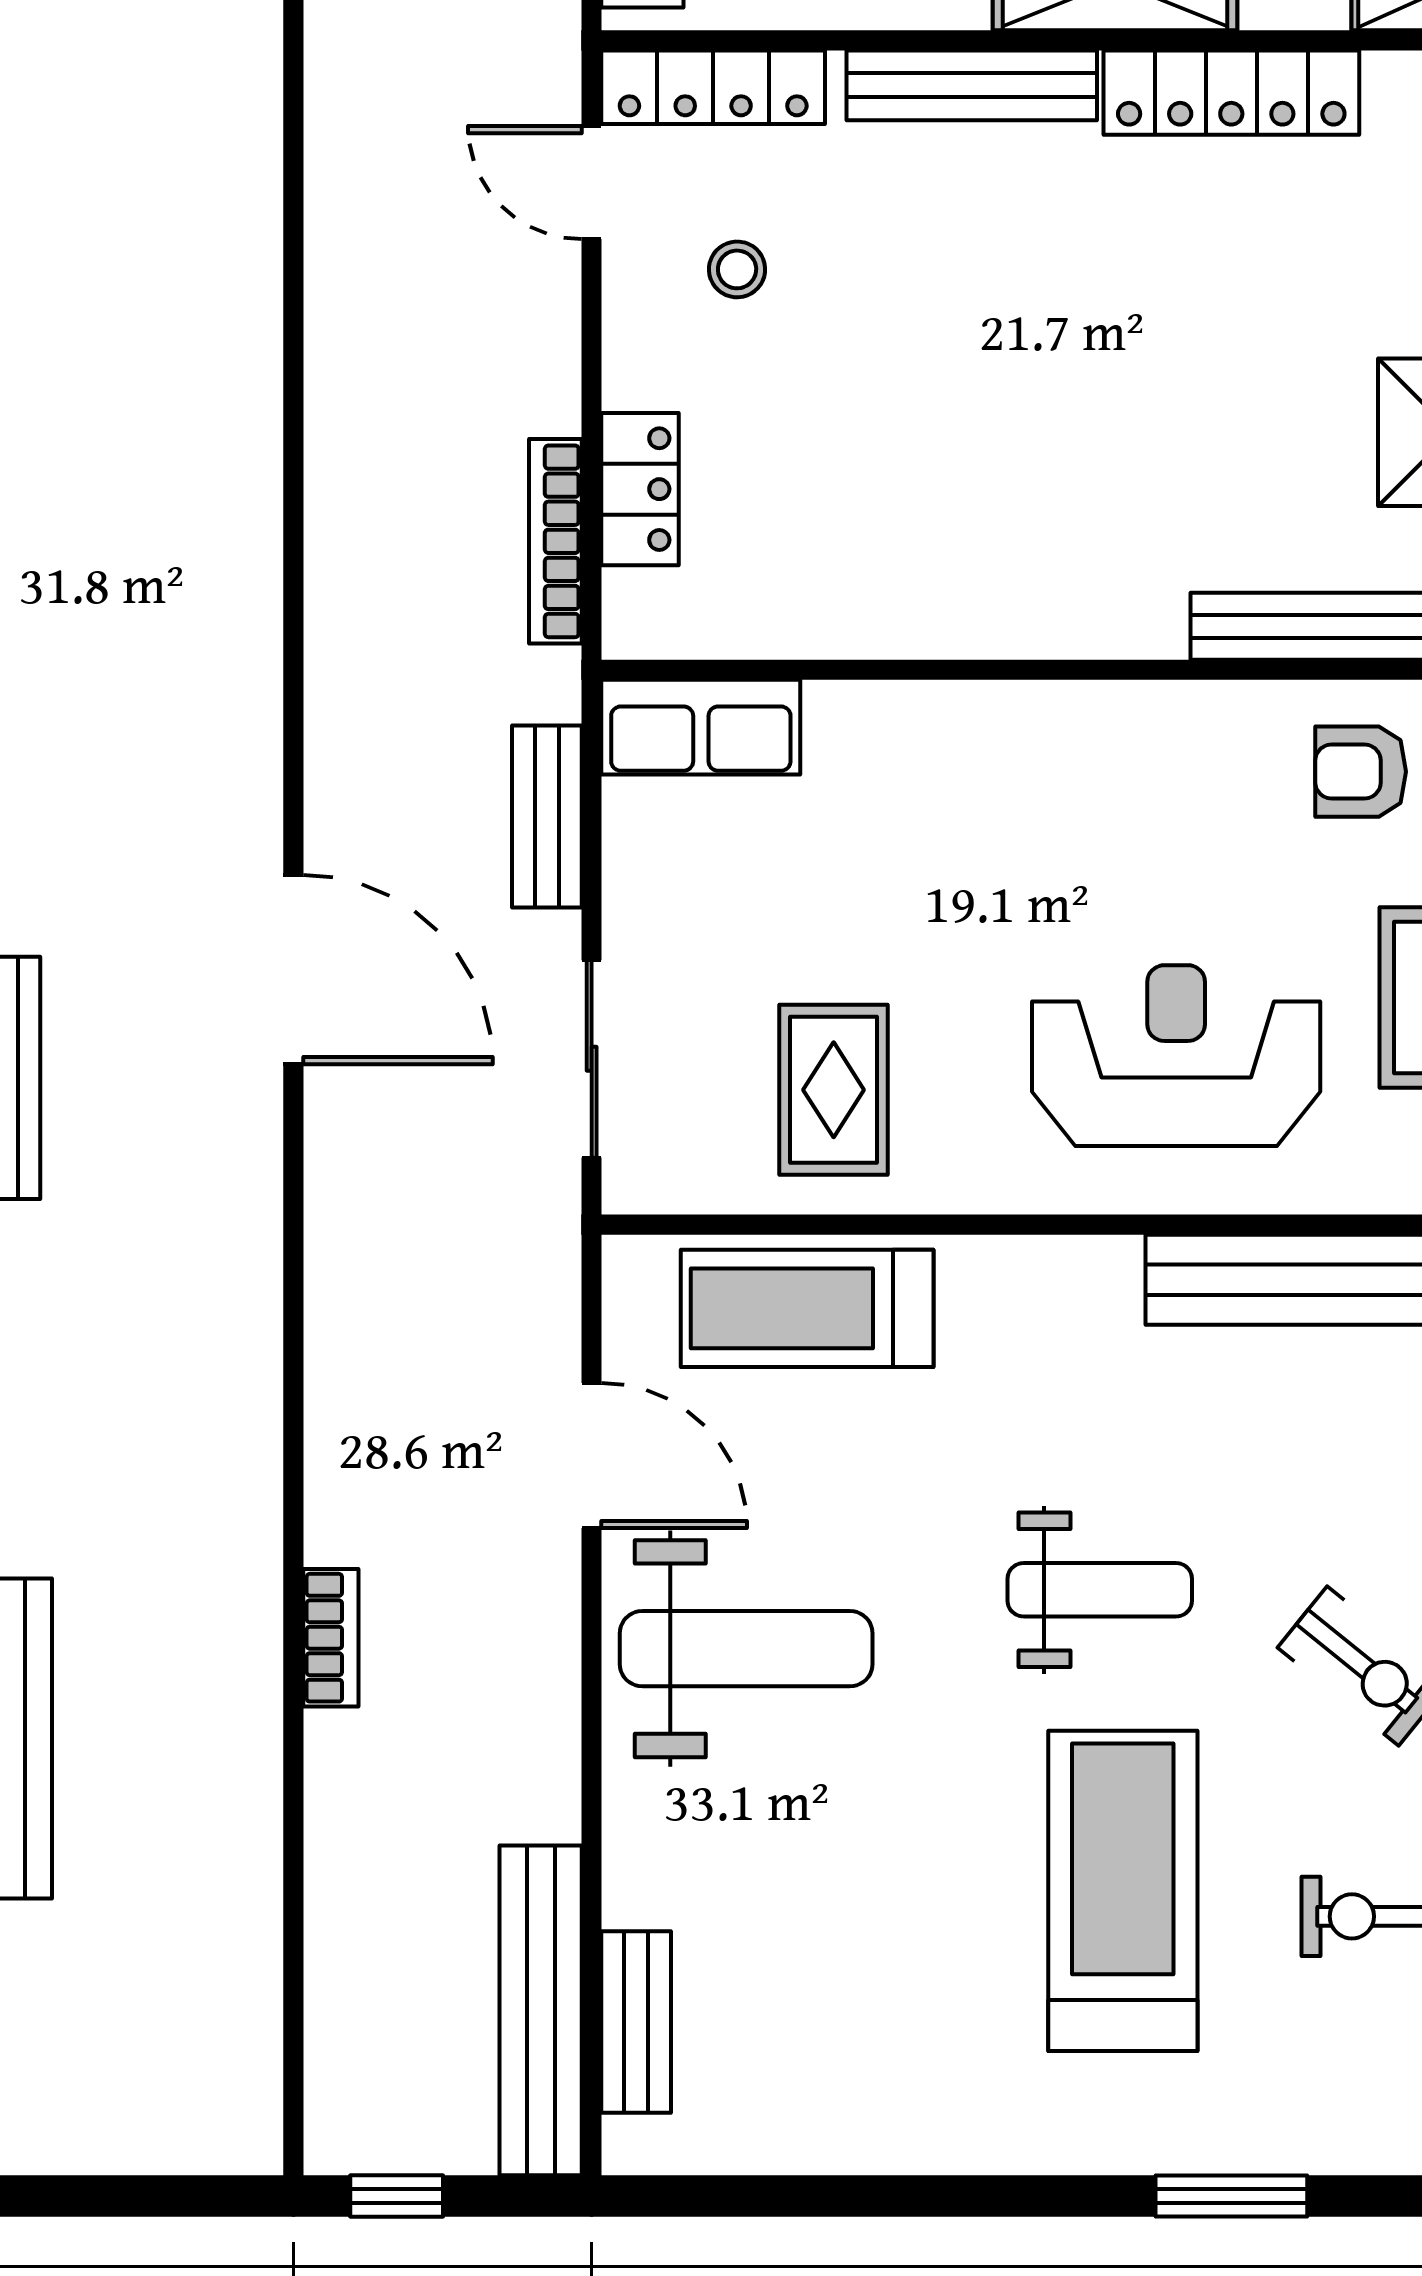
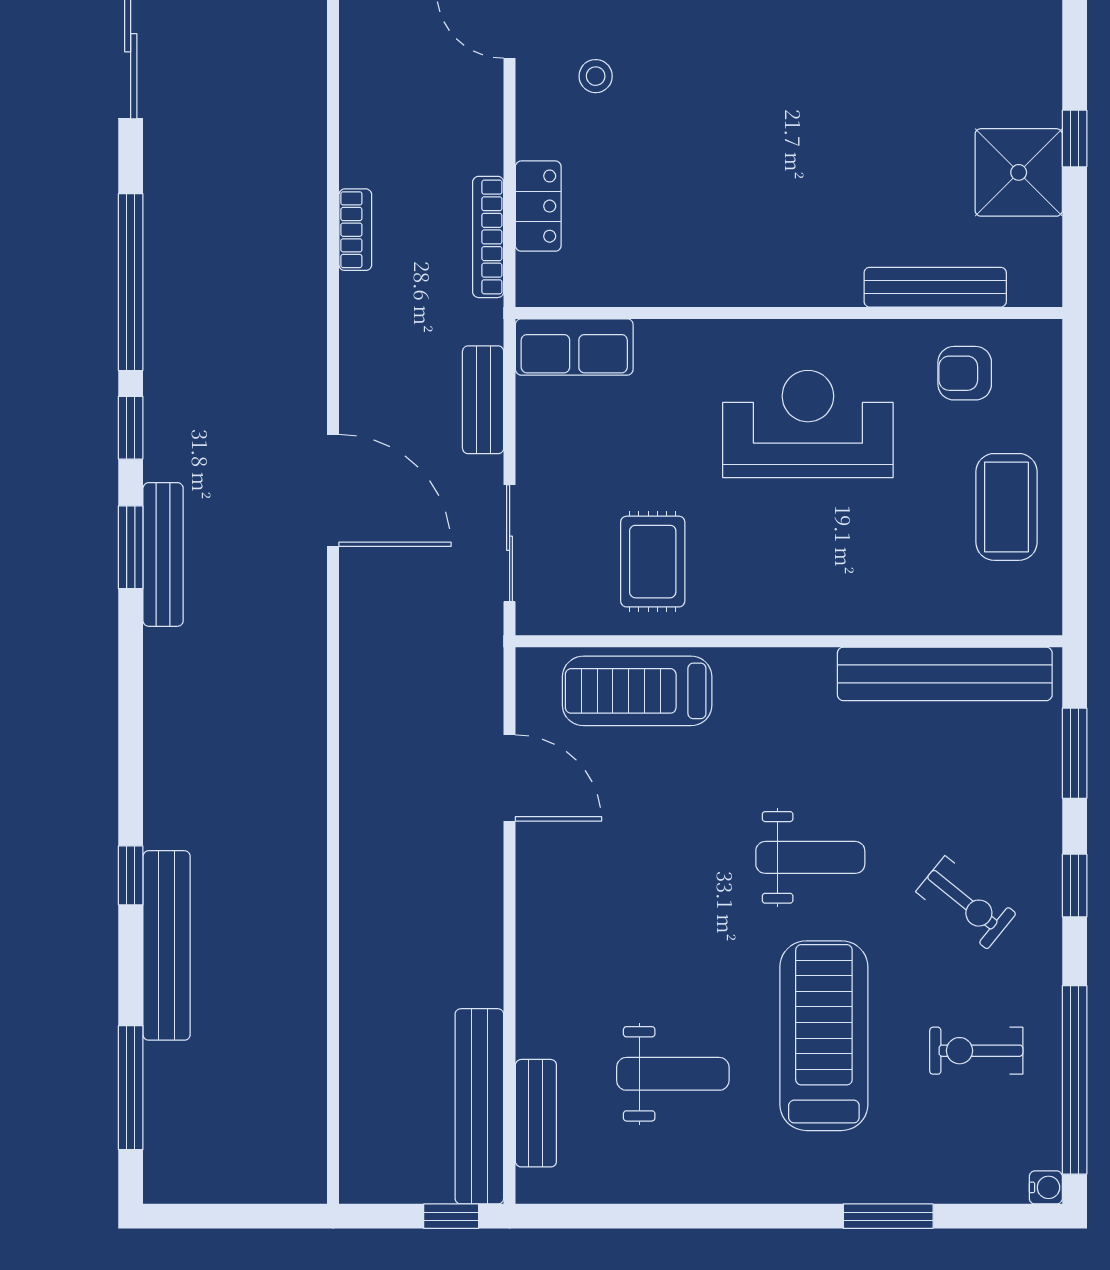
reception desk: (1176, 1056) -> (808, 424), moved
bookcase: (331, 1638) -> (355, 230), moved
weight bench: (746, 1649) -> (673, 1074), moved, width x0.73, depth x0.75
window: (397, 2196) -> (451, 1216), moved

